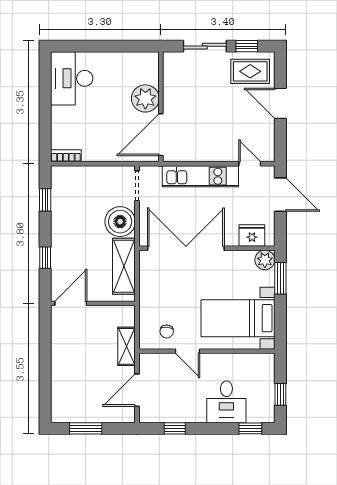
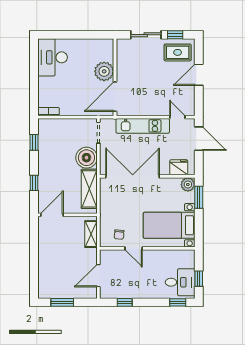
door: (280, 103) -> (199, 75), hinge flipped
shelving: (127, 346) -> (91, 234), moved
desk: (226, 402) -> (180, 282), moved, turned -90

